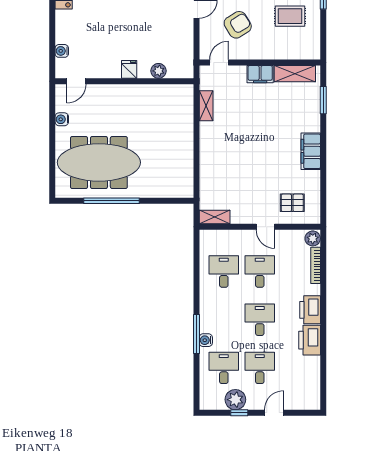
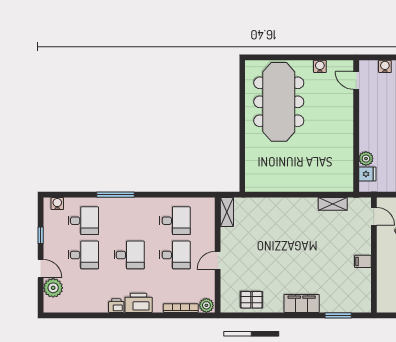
fridge: (129, 69) -> (367, 174), moved
filing cabinet: (260, 74) -> (363, 261), width x0.50
shelving: (295, 74) -> (363, 288), removed
filing cabinet: (311, 151) -> (302, 303), moved
window: (111, 201) -> (242, 114), removed
pallet: (292, 203) -> (252, 300), moved, turned 90
water cooler: (206, 340) -> (57, 204), moved
printer: (310, 340) -> (116, 306), width x0.53, depth x0.68
plant: (235, 400) -> (53, 288), moved

